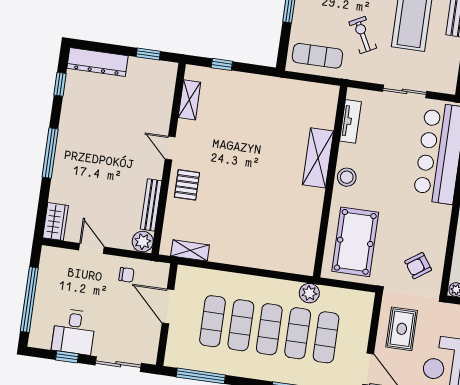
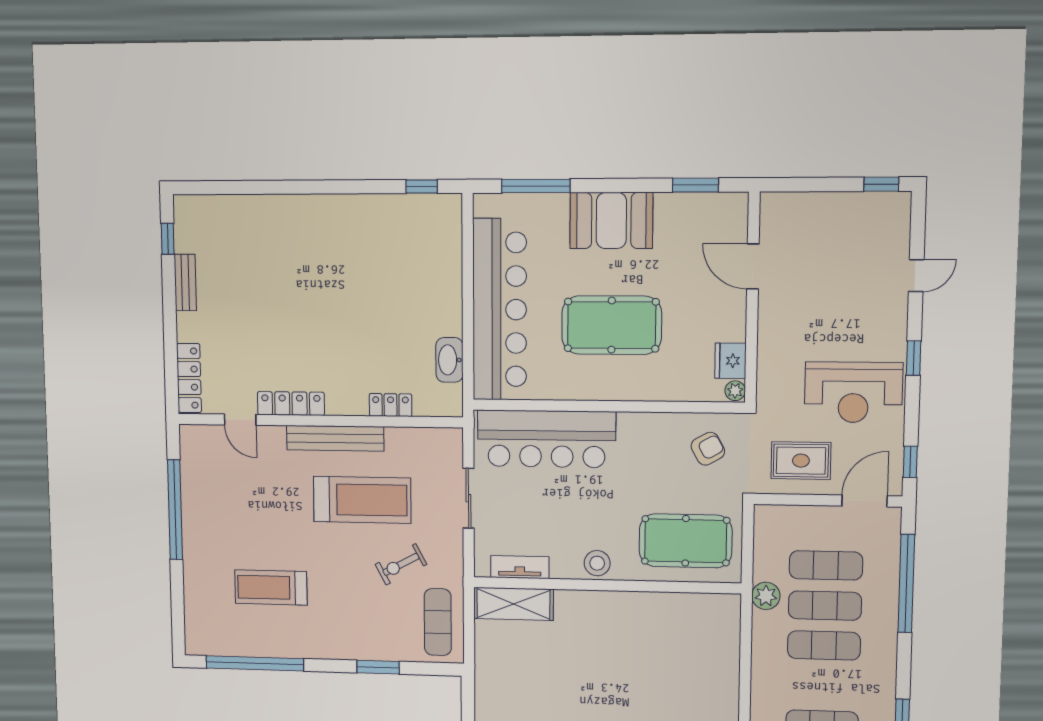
shelving: (318, 158) -> (513, 604), moved
armchair: (418, 266) -> (708, 449), turned -84
exercise mat: (241, 325) -> (823, 685), removed

